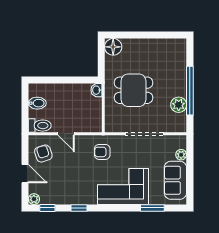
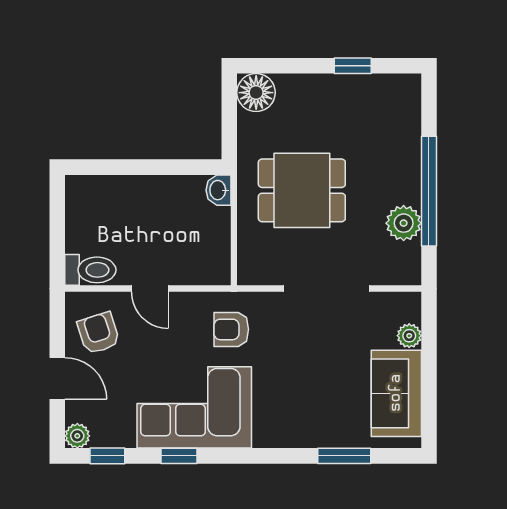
window: (156, 35) -> (353, 66), added
bidet: (37, 103) -> (85, 219), removed
corner sofa: (123, 186) -> (194, 407), moved

